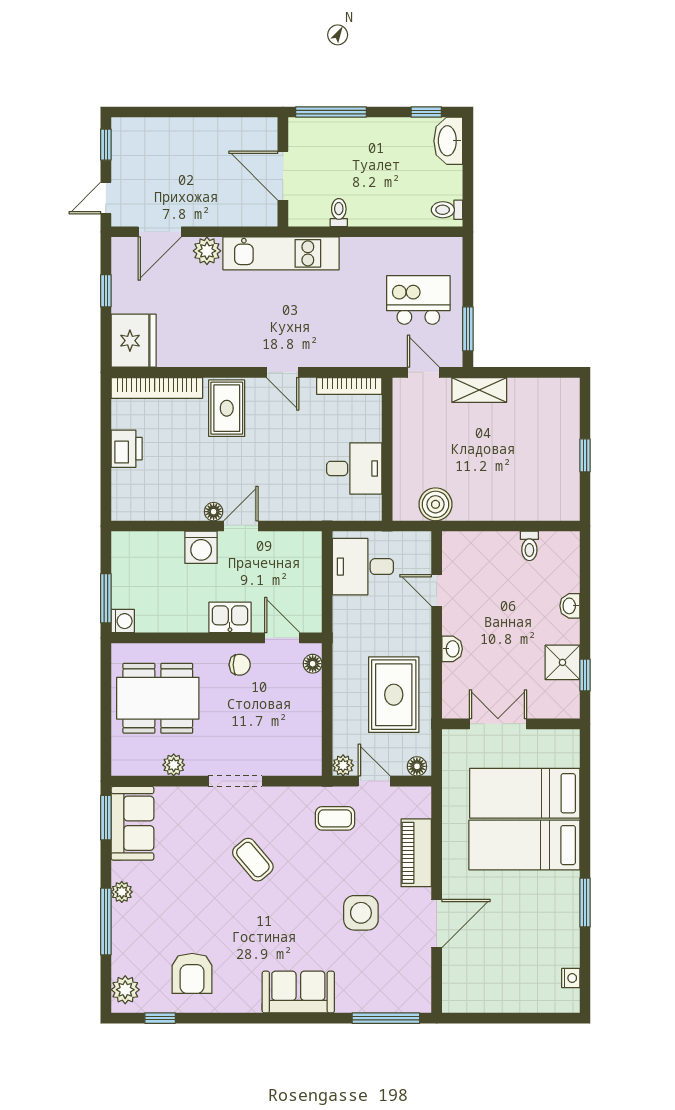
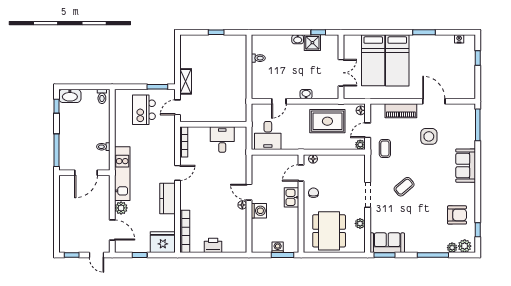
kitchen counter: (227, 351) -> (167, 199), added
rug: (227, 408) -> (194, 199), removed
boiler: (436, 504) -> (239, 102), removed
washbasin: (570, 606) -> (298, 39), moved
washing machine: (123, 621) -> (278, 247), moved
double door: (498, 724) -> (341, 73), swing flipped
plant: (122, 892) -> (452, 248), moved
window: (530, 1018) -> (478, 58), added

